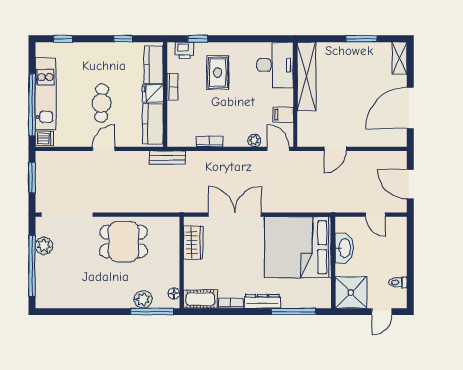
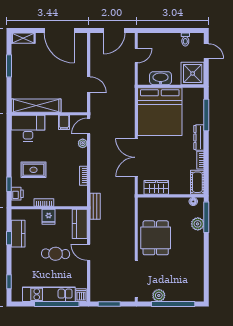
kitchen counter: (154, 65) -> (18, 234), moved, turned -90
kitchen counter: (153, 124) -> (80, 224), moved, turned 90

